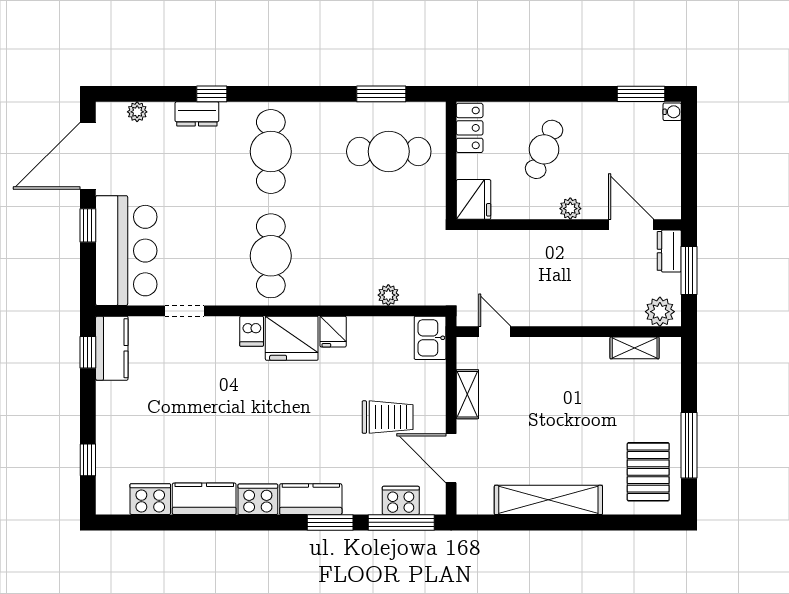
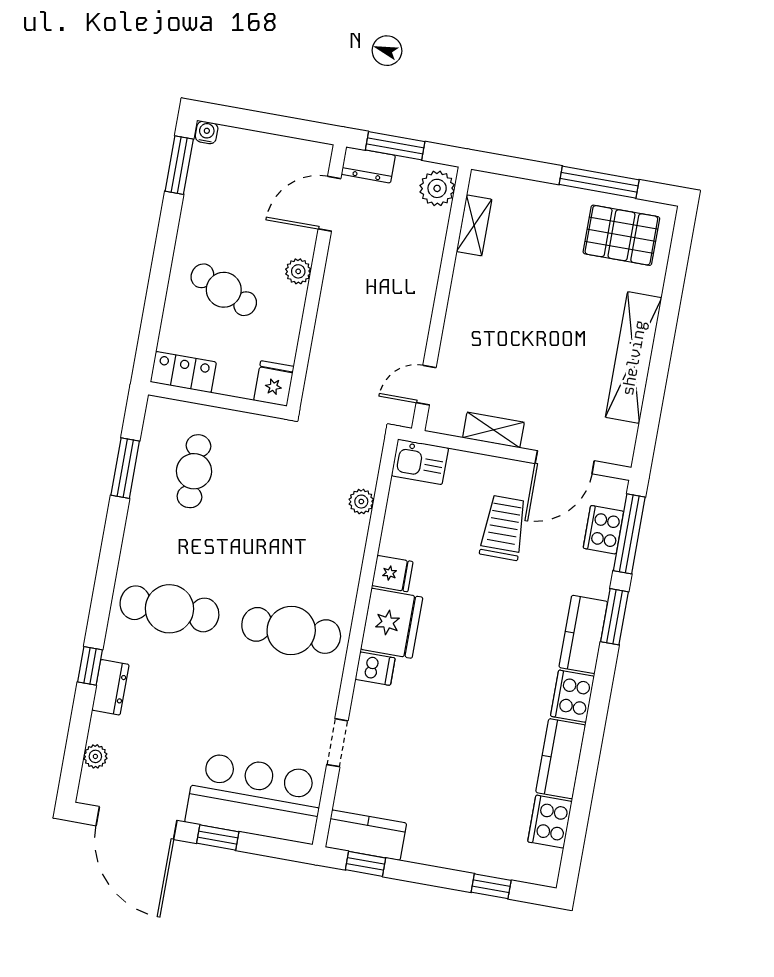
cafe table: (389, 151) -> (194, 471), width x0.73, depth x0.74
fridge: (474, 199) -> (274, 383), width x0.72

